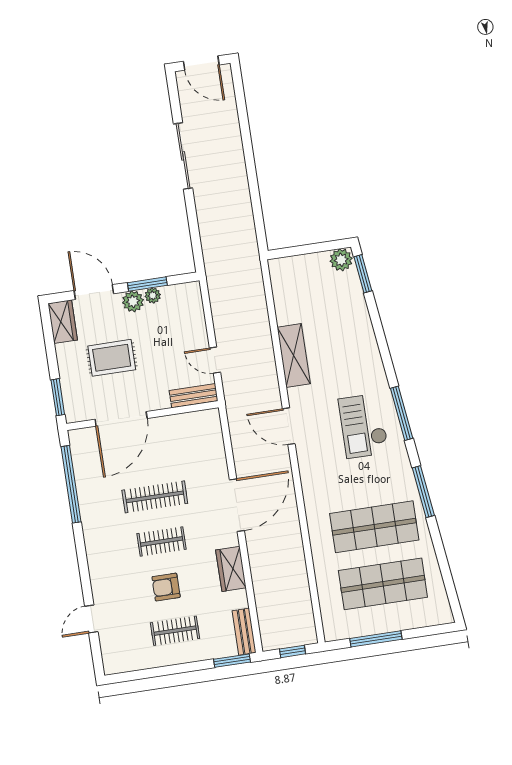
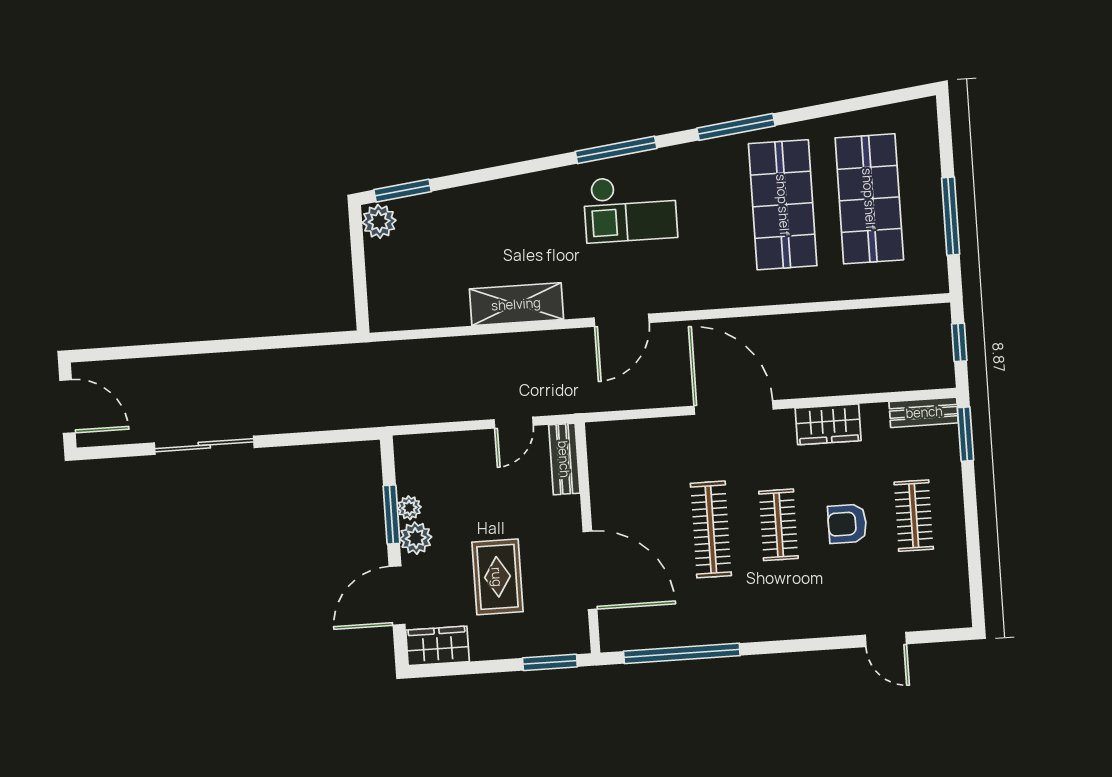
door: (201, 63) -> (67, 407), hinge flipped
armchair: (166, 587) -> (847, 524), turned 90

